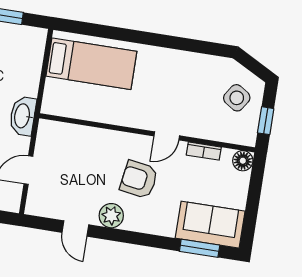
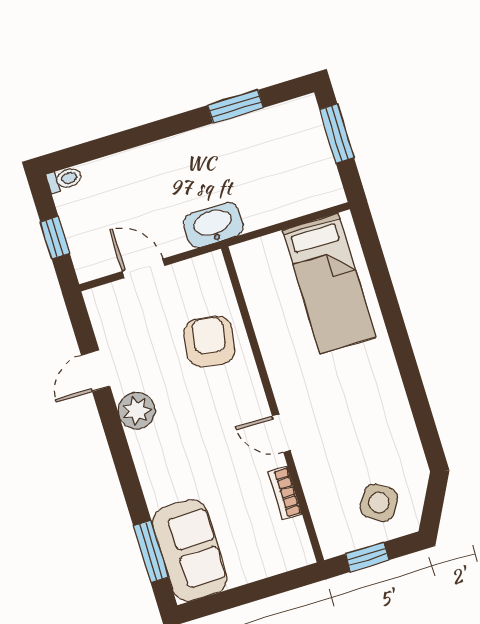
floor lamp: (243, 161) -> (298, 552), removed
armchair: (139, 179) -> (209, 341), moved

